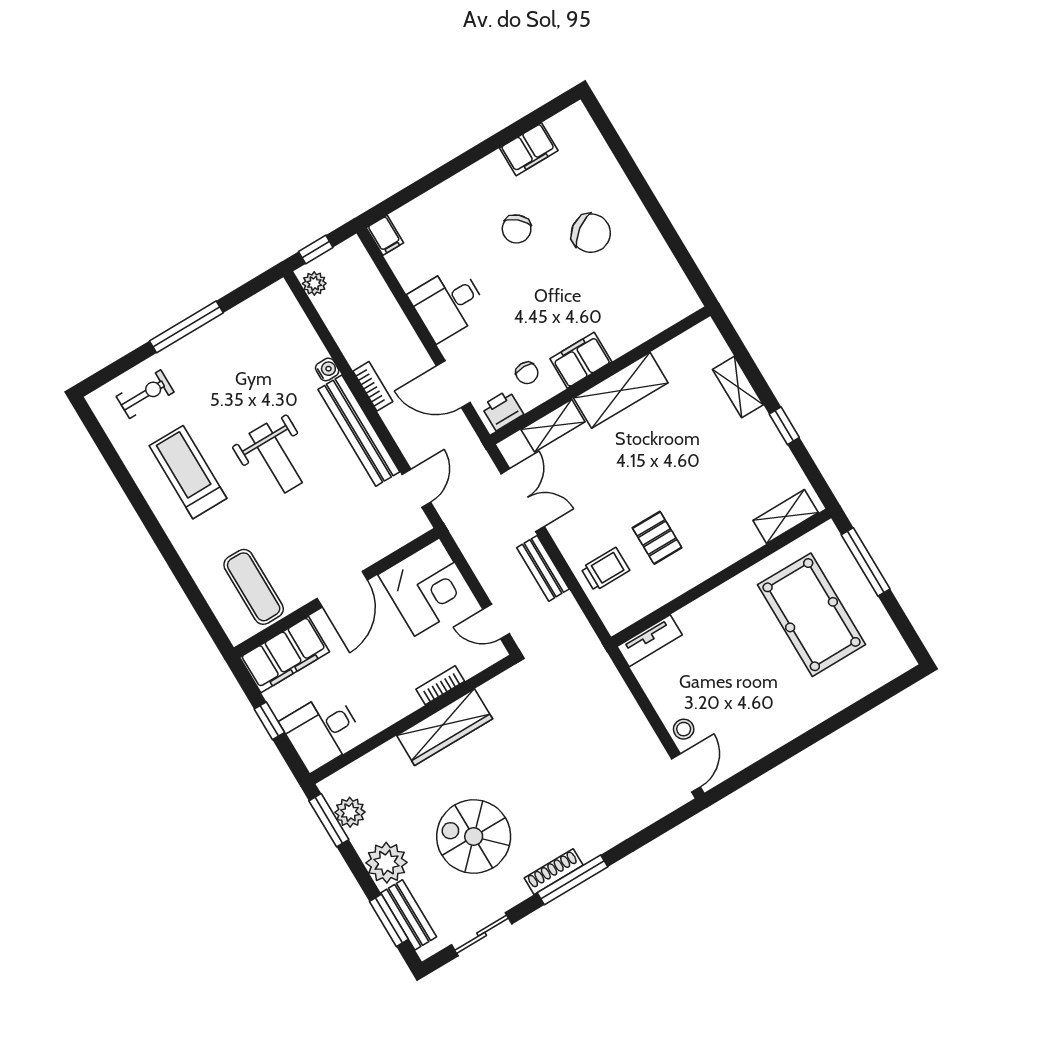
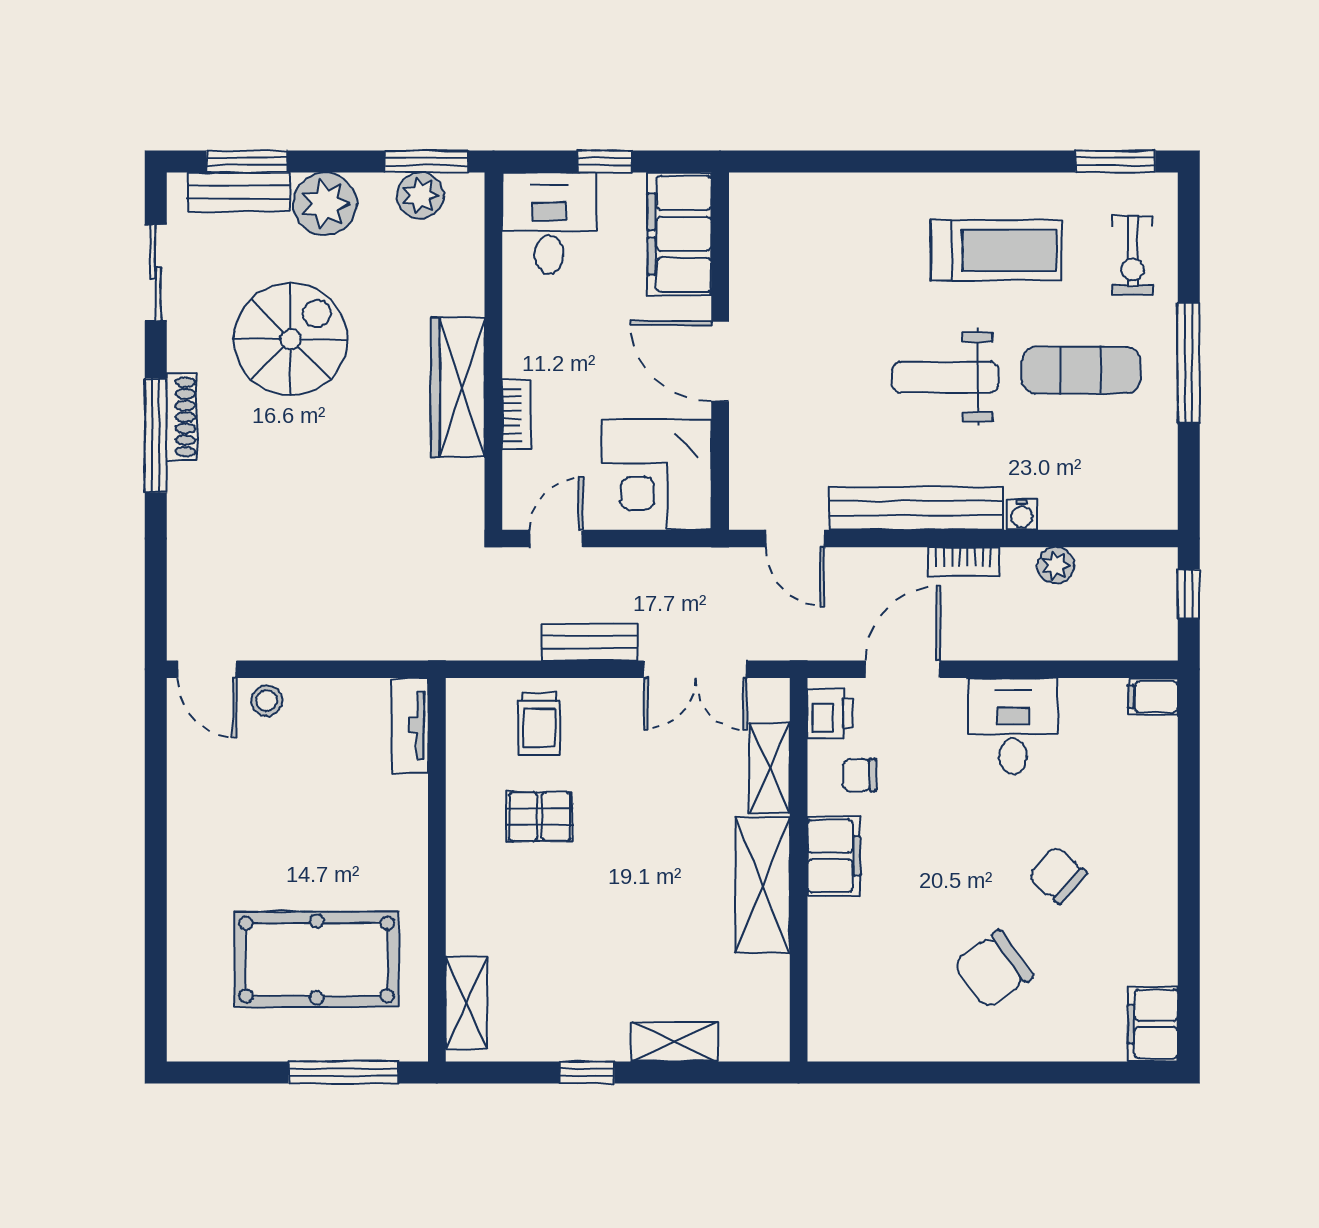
filing cabinet: (529, 149) -> (1153, 1024), moved
plant: (314, 283) -> (1056, 565), moved
window: (98, 435) -> (1115, 161), added
exercise mat: (254, 587) -> (1081, 370), moved

